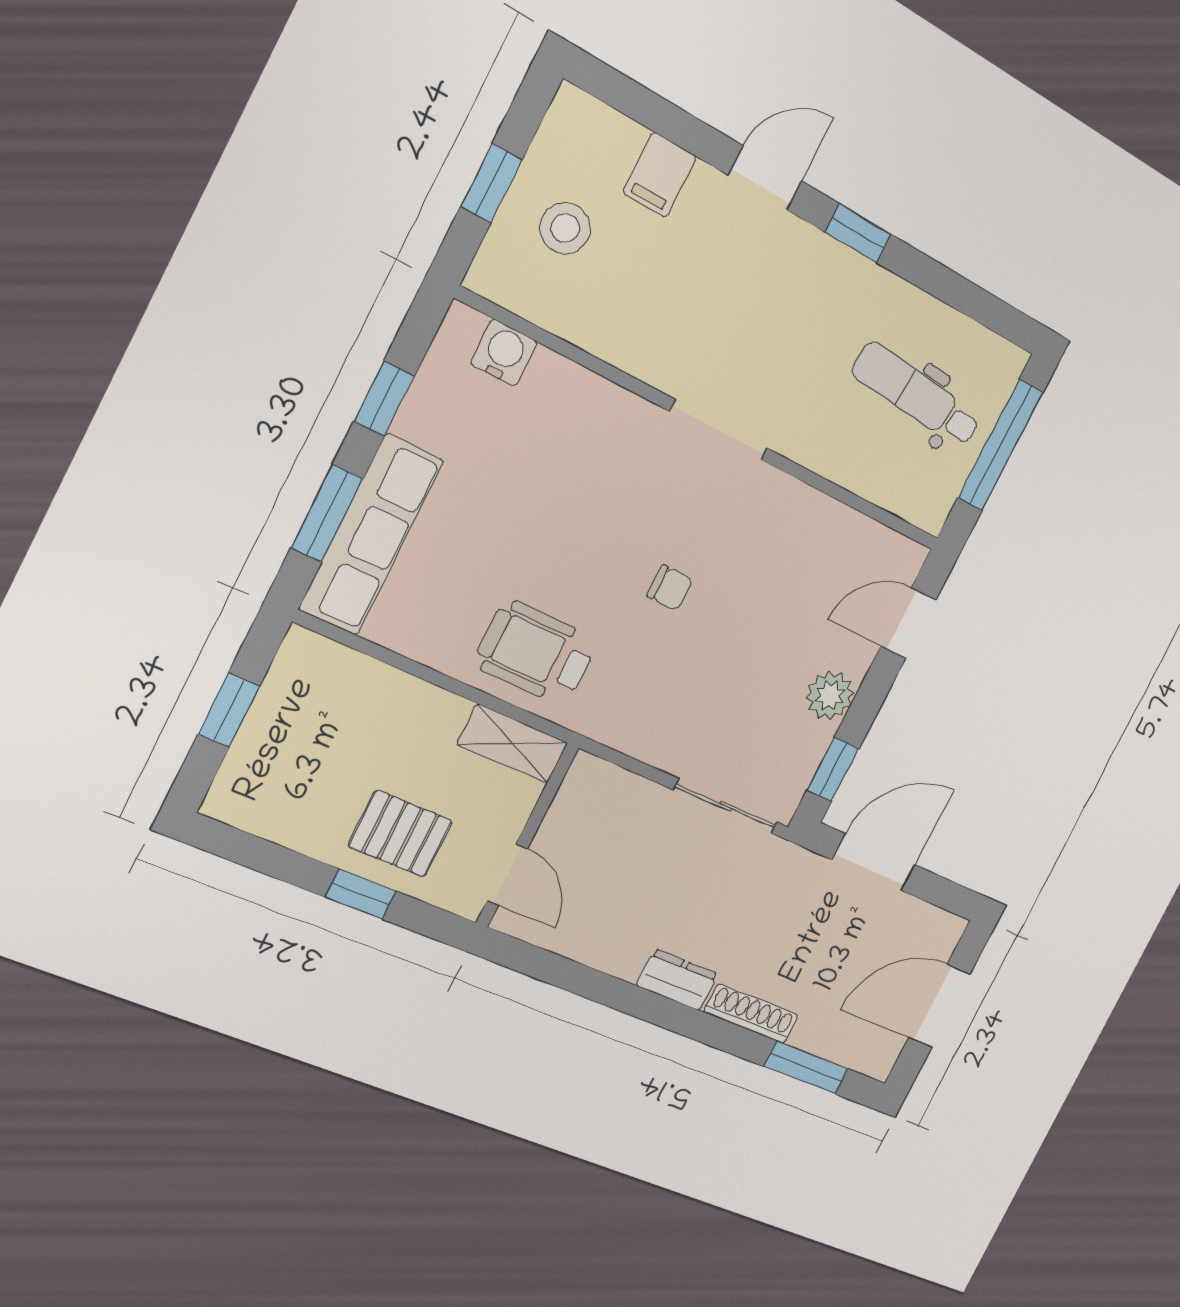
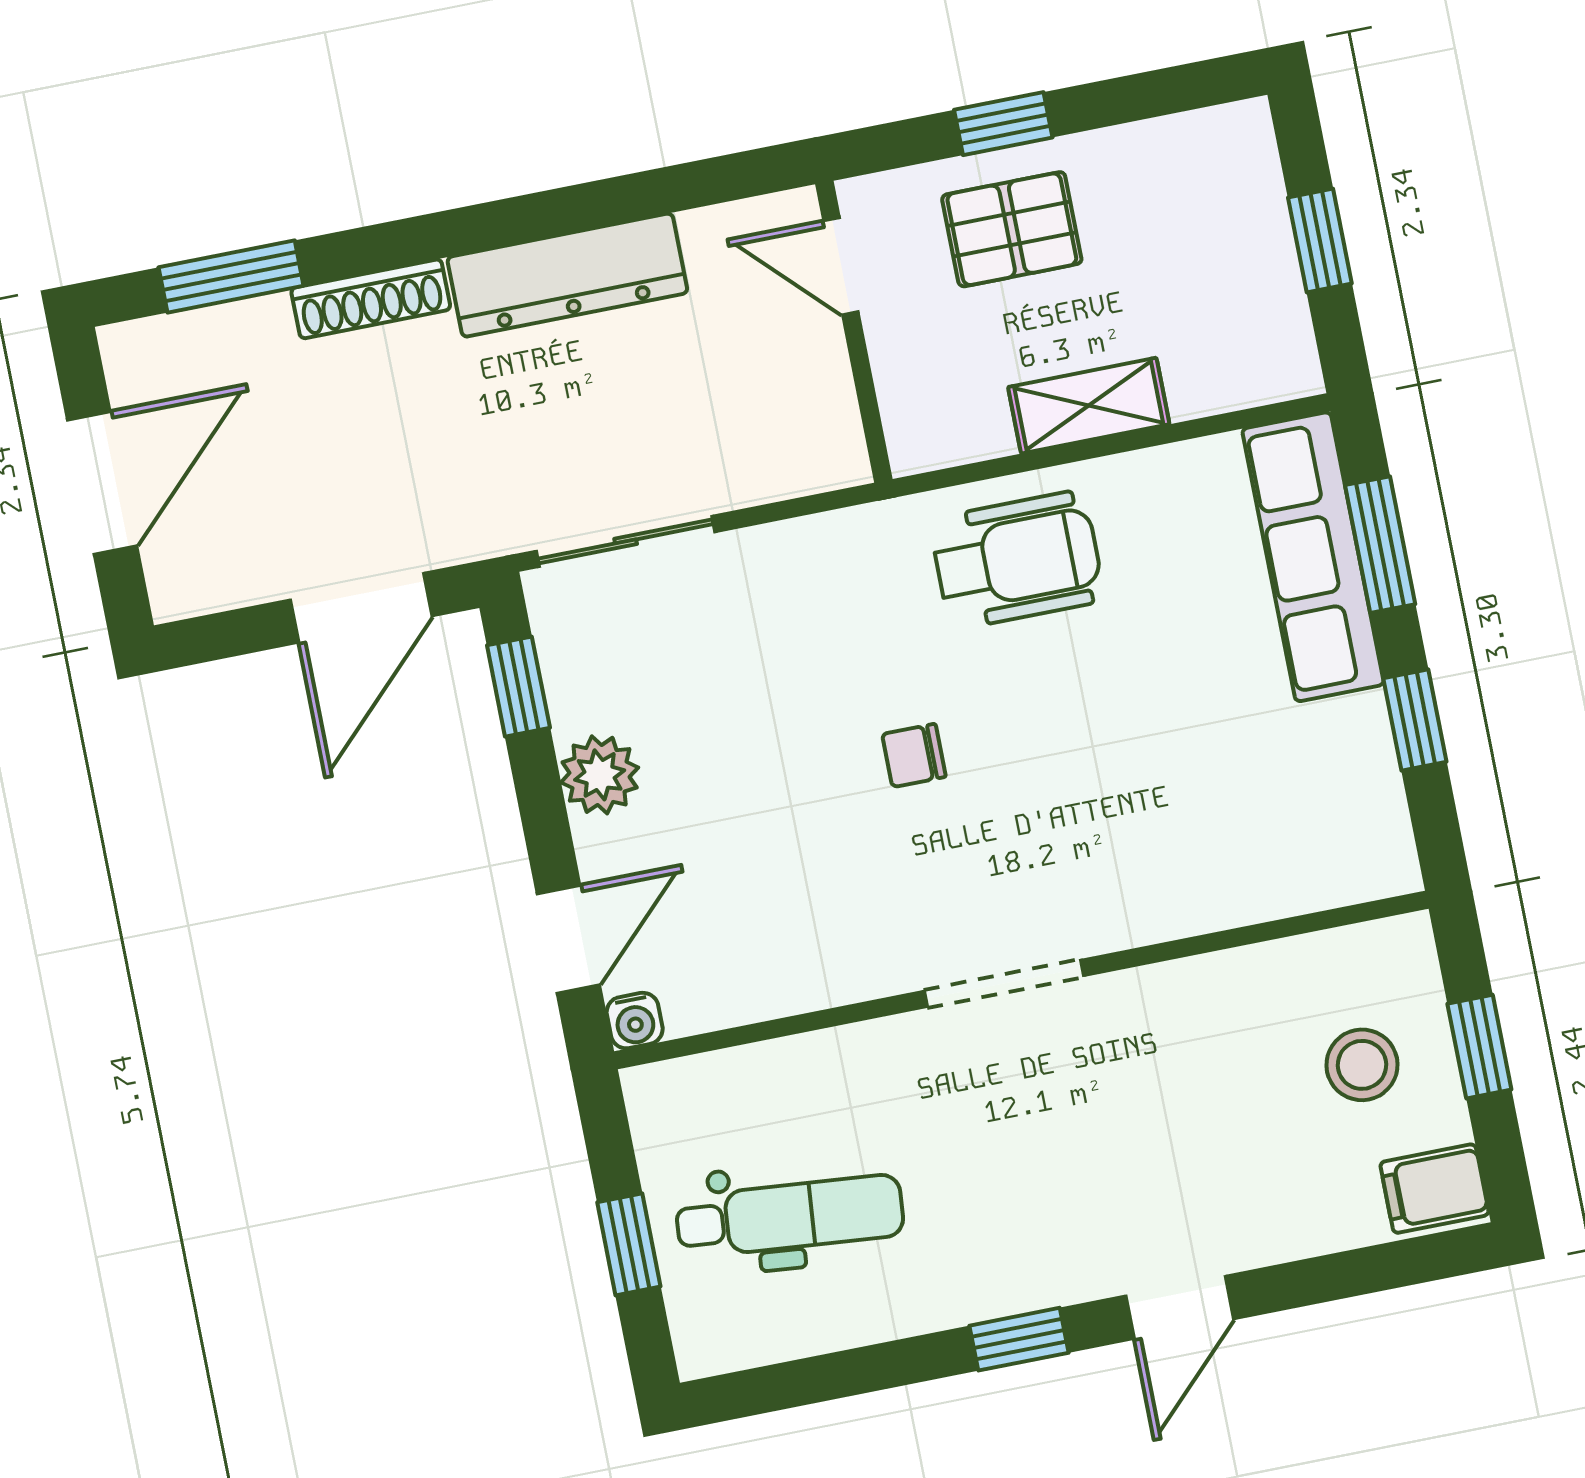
filing cabinet: (660, 175) -> (1434, 1189), moved, turned -90
water cooler: (504, 353) -> (635, 1021), moved, width x0.72, depth x0.72
window: (1001, 445) -> (629, 1244), width x0.46
shelving: (512, 744) -> (1089, 406), moved
dresser: (677, 980) -> (567, 275), width x1.96, depth x1.24

